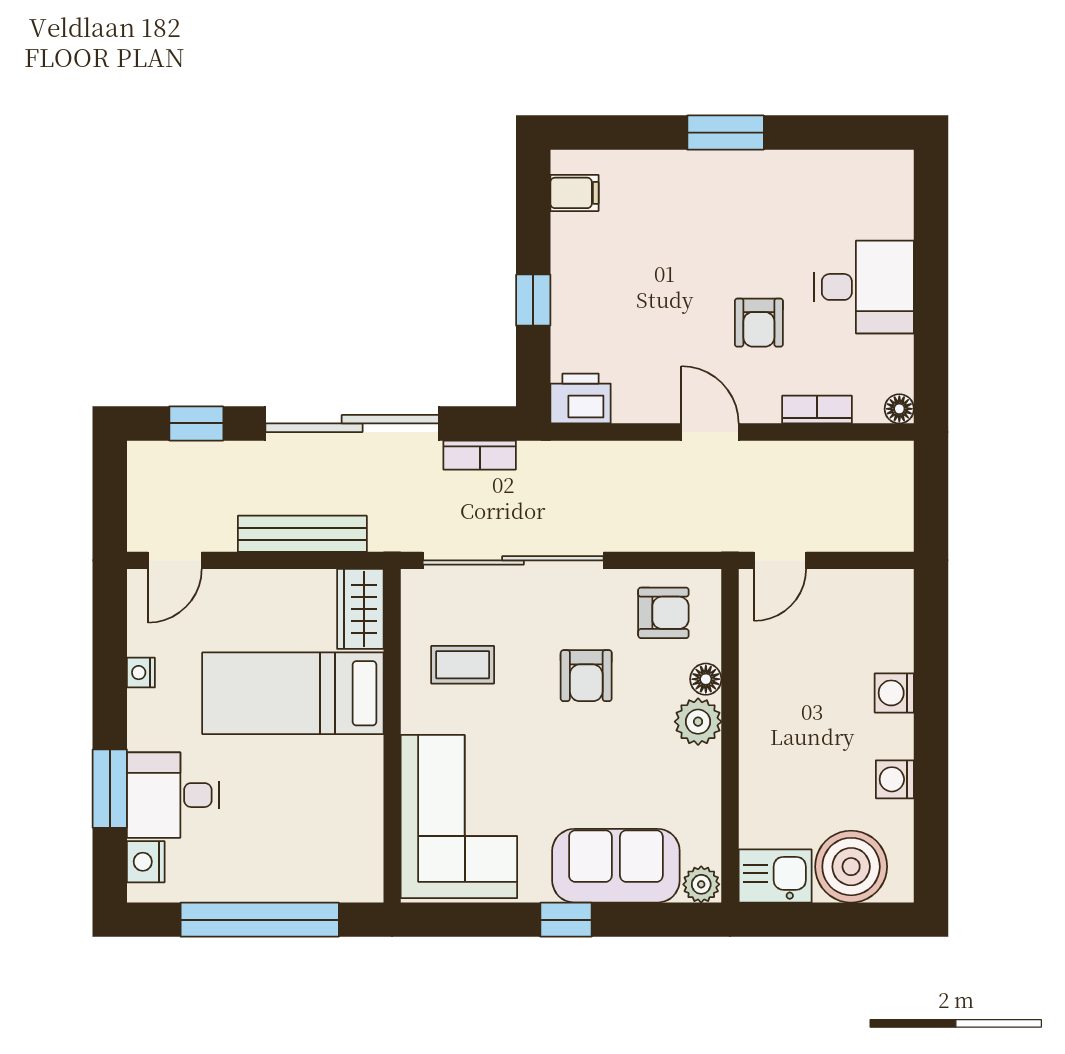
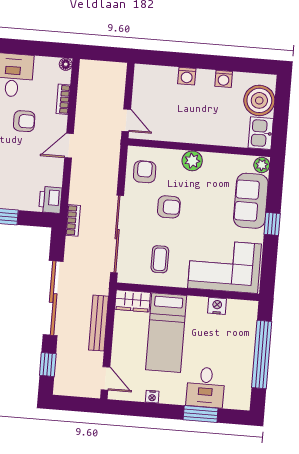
bookcase: (480, 455) -> (73, 220), moved
floor lamp: (706, 679) -> (174, 156), removed
nightstand: (146, 862) -> (217, 306), moved, turned 180

